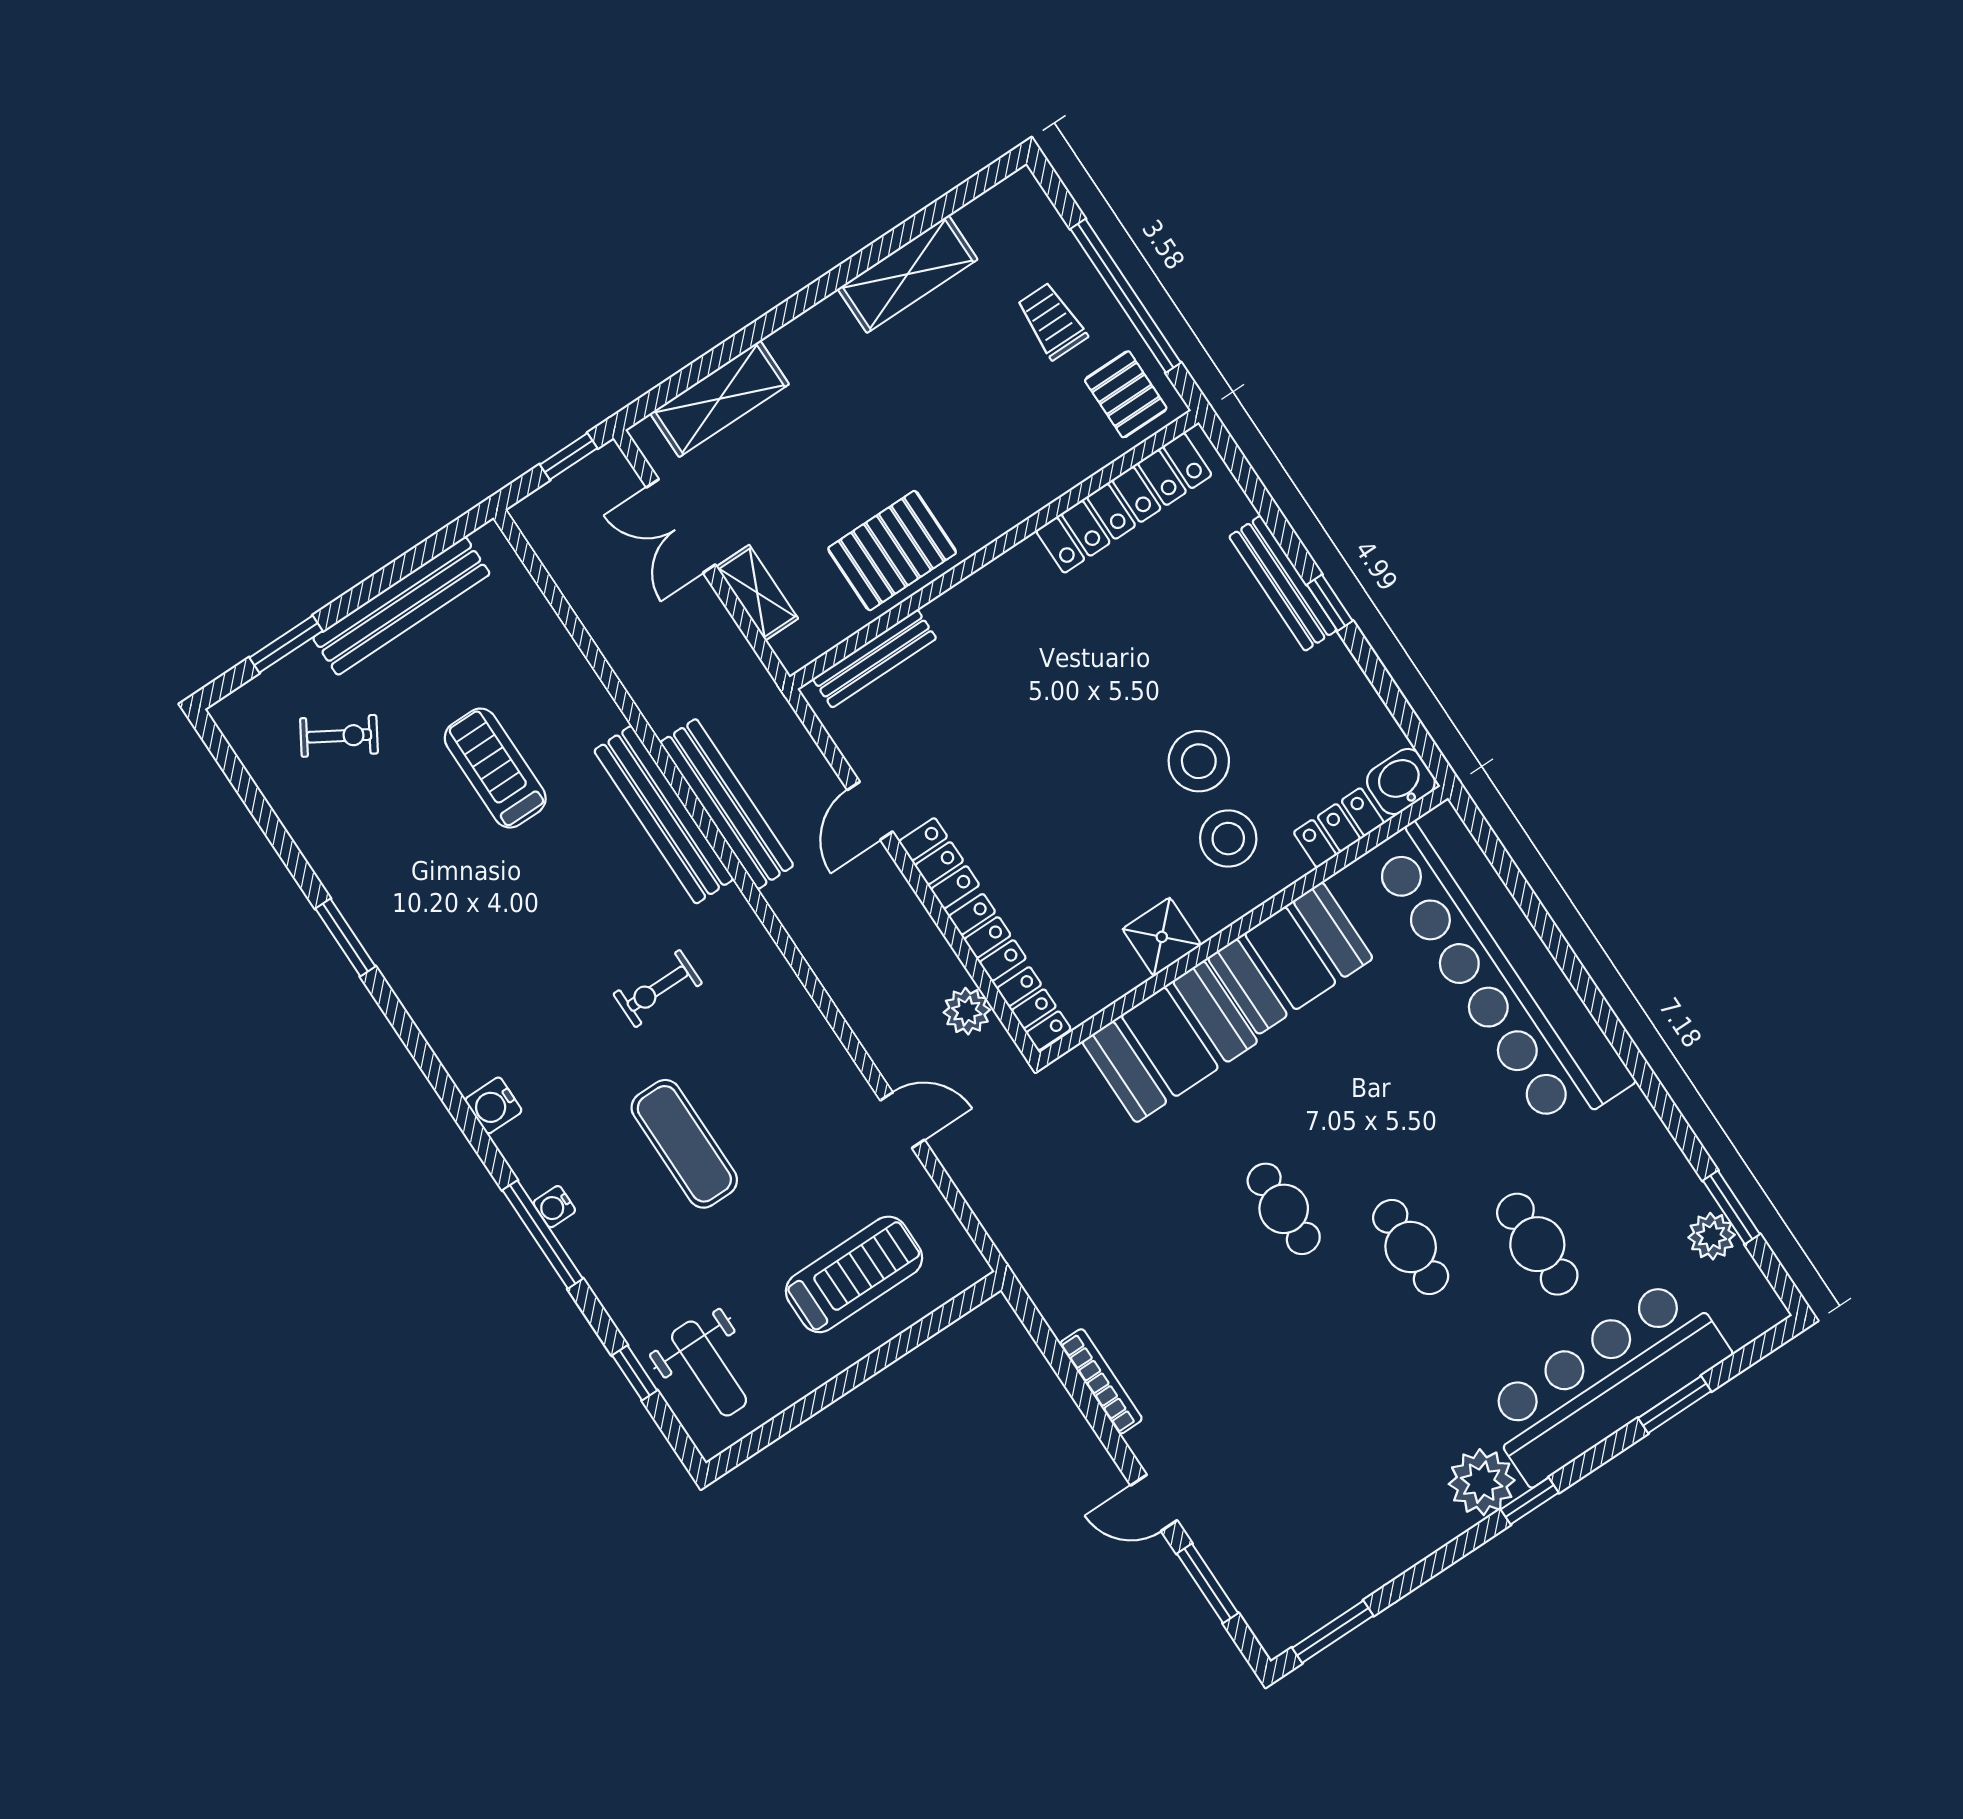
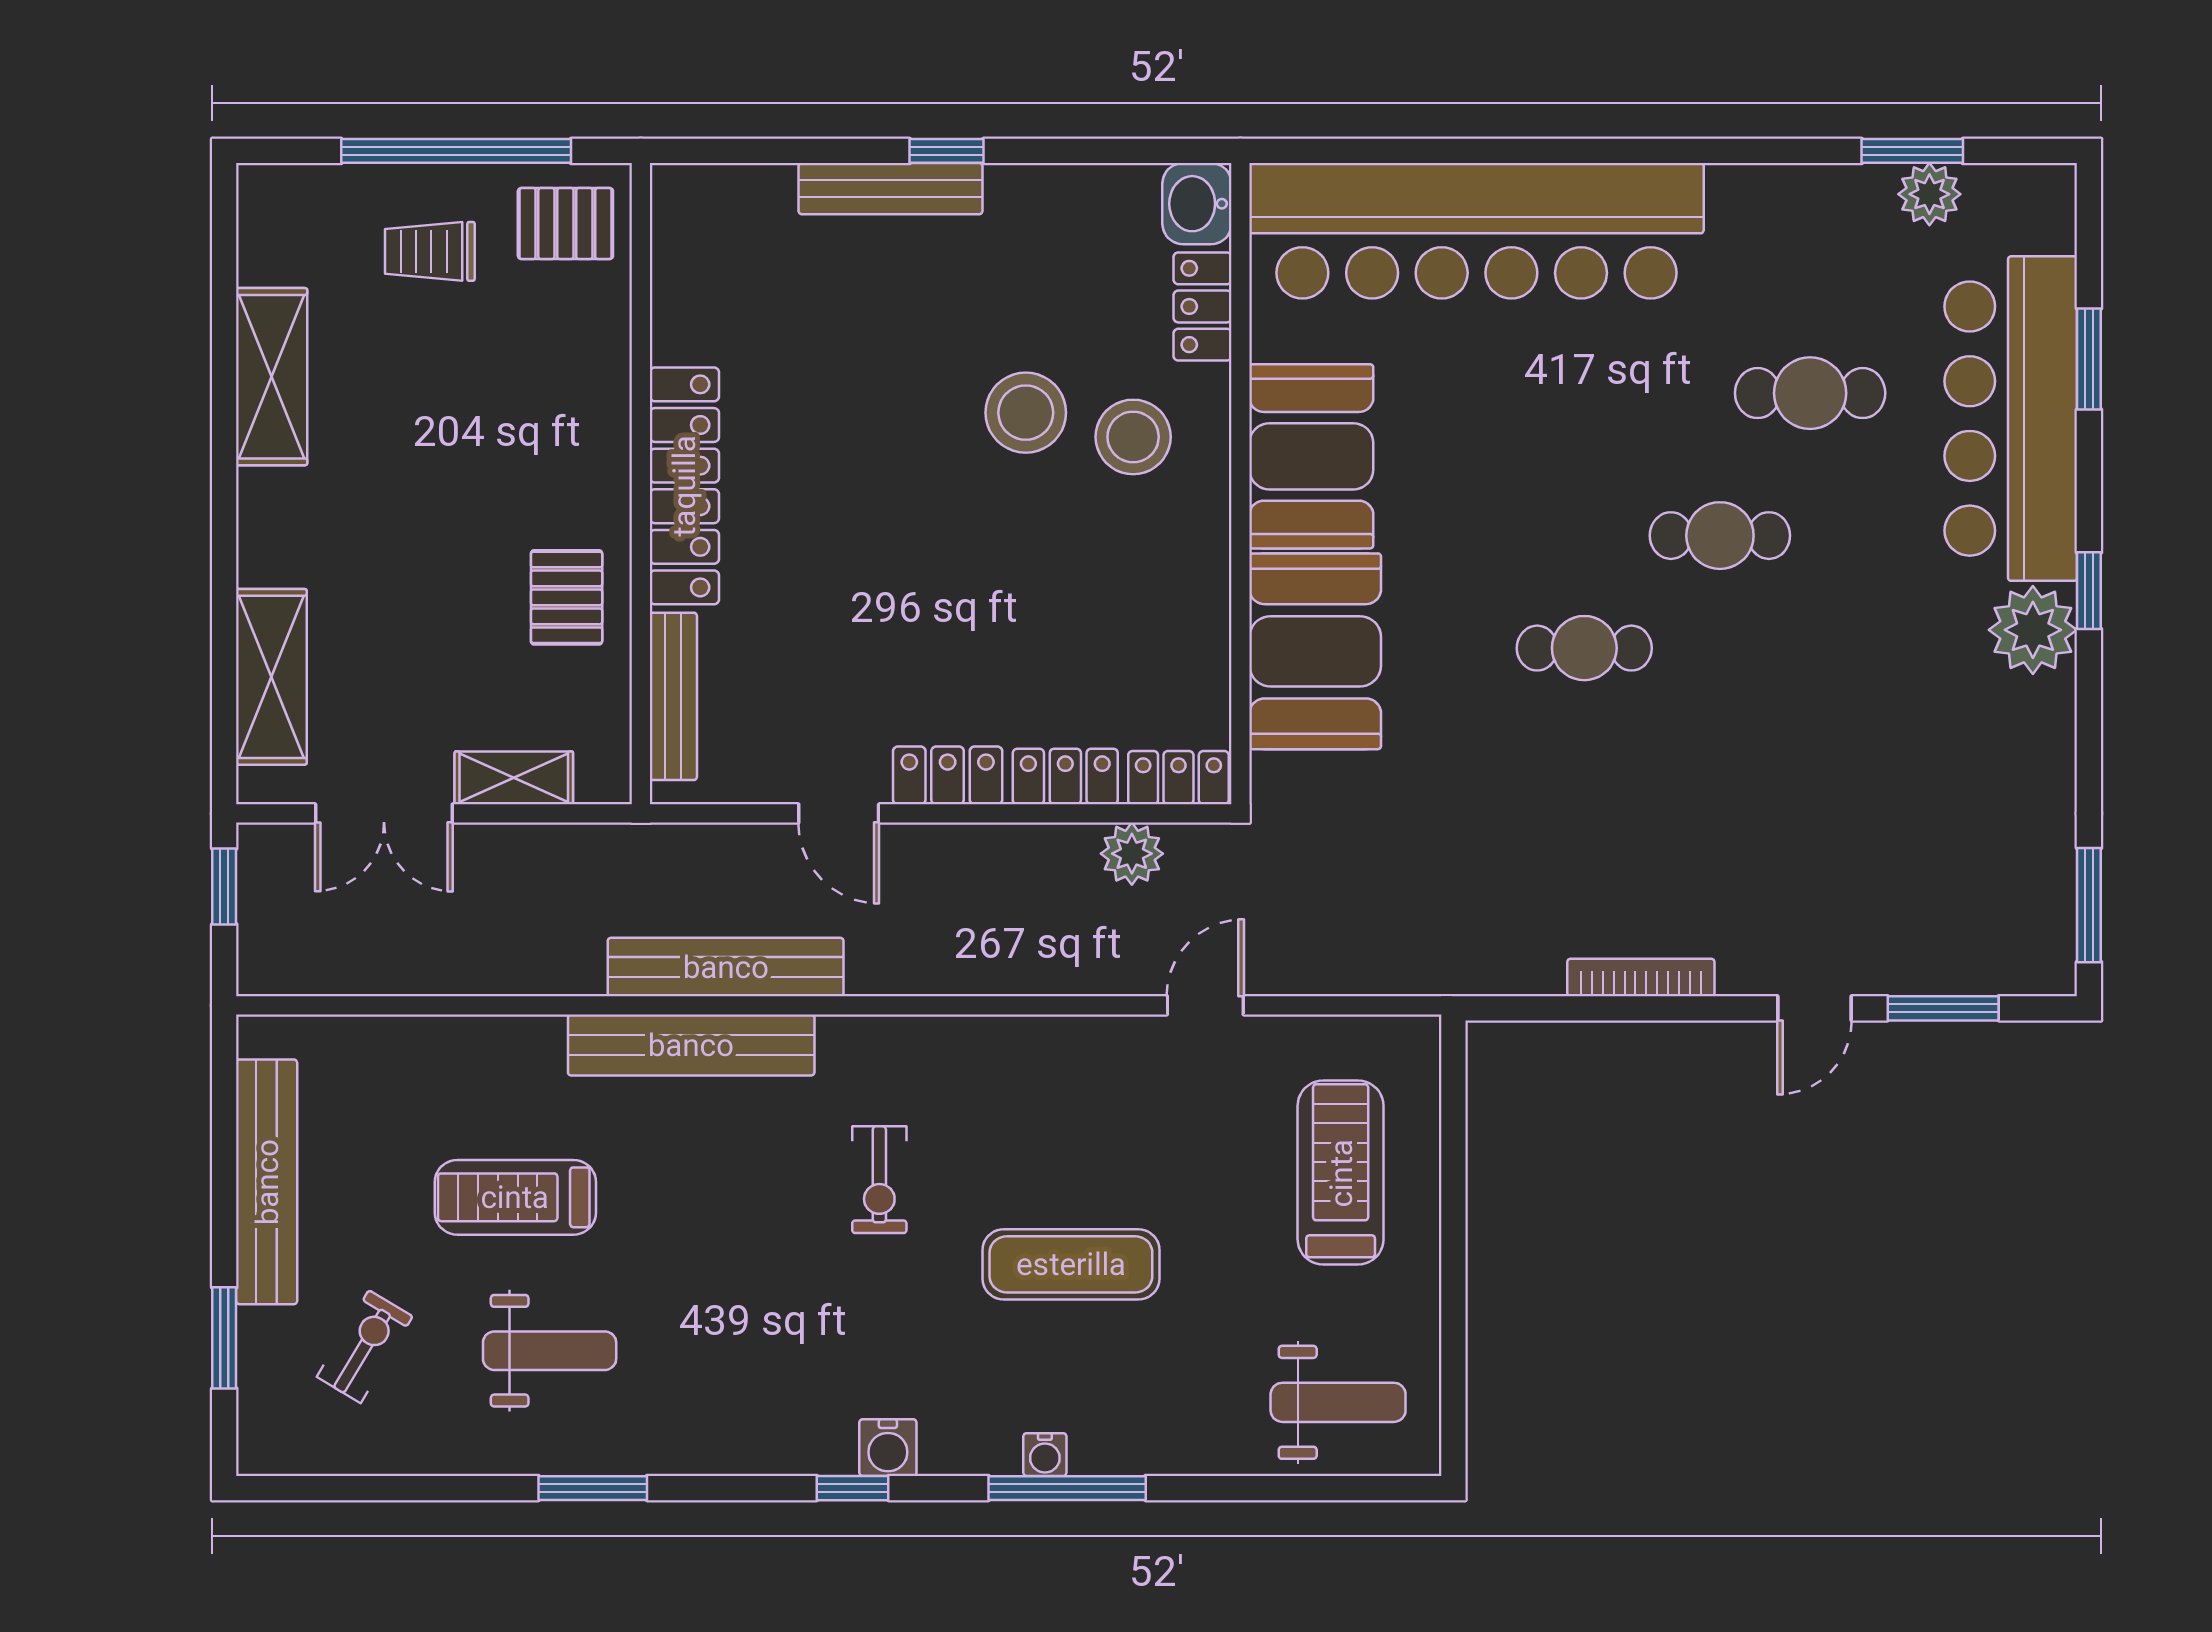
locker: (1124, 503) -> (684, 486), moved
pallet: (892, 551) -> (567, 597), width x0.67, depth x0.71
weight bench: (413, 853) -> (550, 1351), added
shower: (1162, 937) -> (1193, 583), removed
window: (635, 1373) -> (853, 1488), moved

